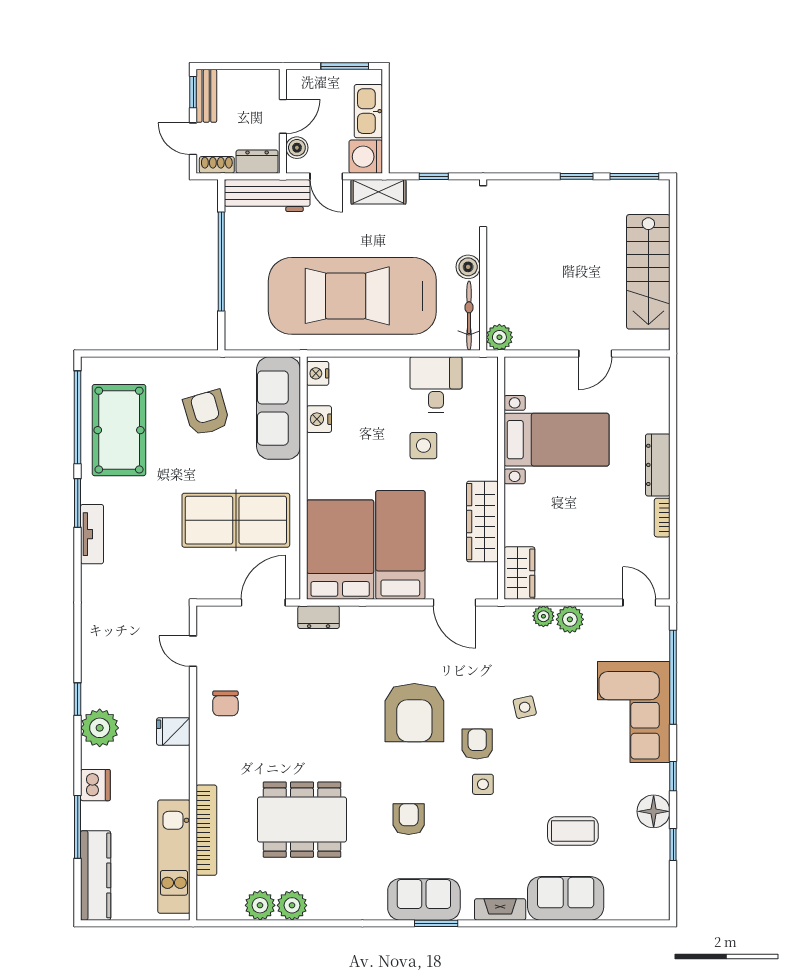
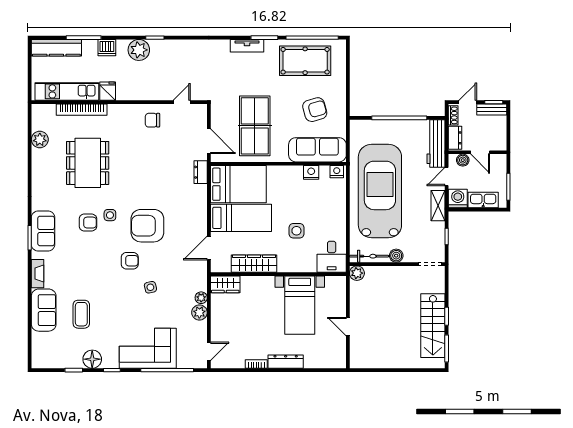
stairs: (648, 272) -> (433, 326), moved, turned -90
desk: (436, 385) -> (332, 257), moved, turned 90
fridge: (173, 731) -> (108, 91), moved
side table: (483, 784) -> (110, 215), moved
plant: (292, 905) -> (40, 157), removed

